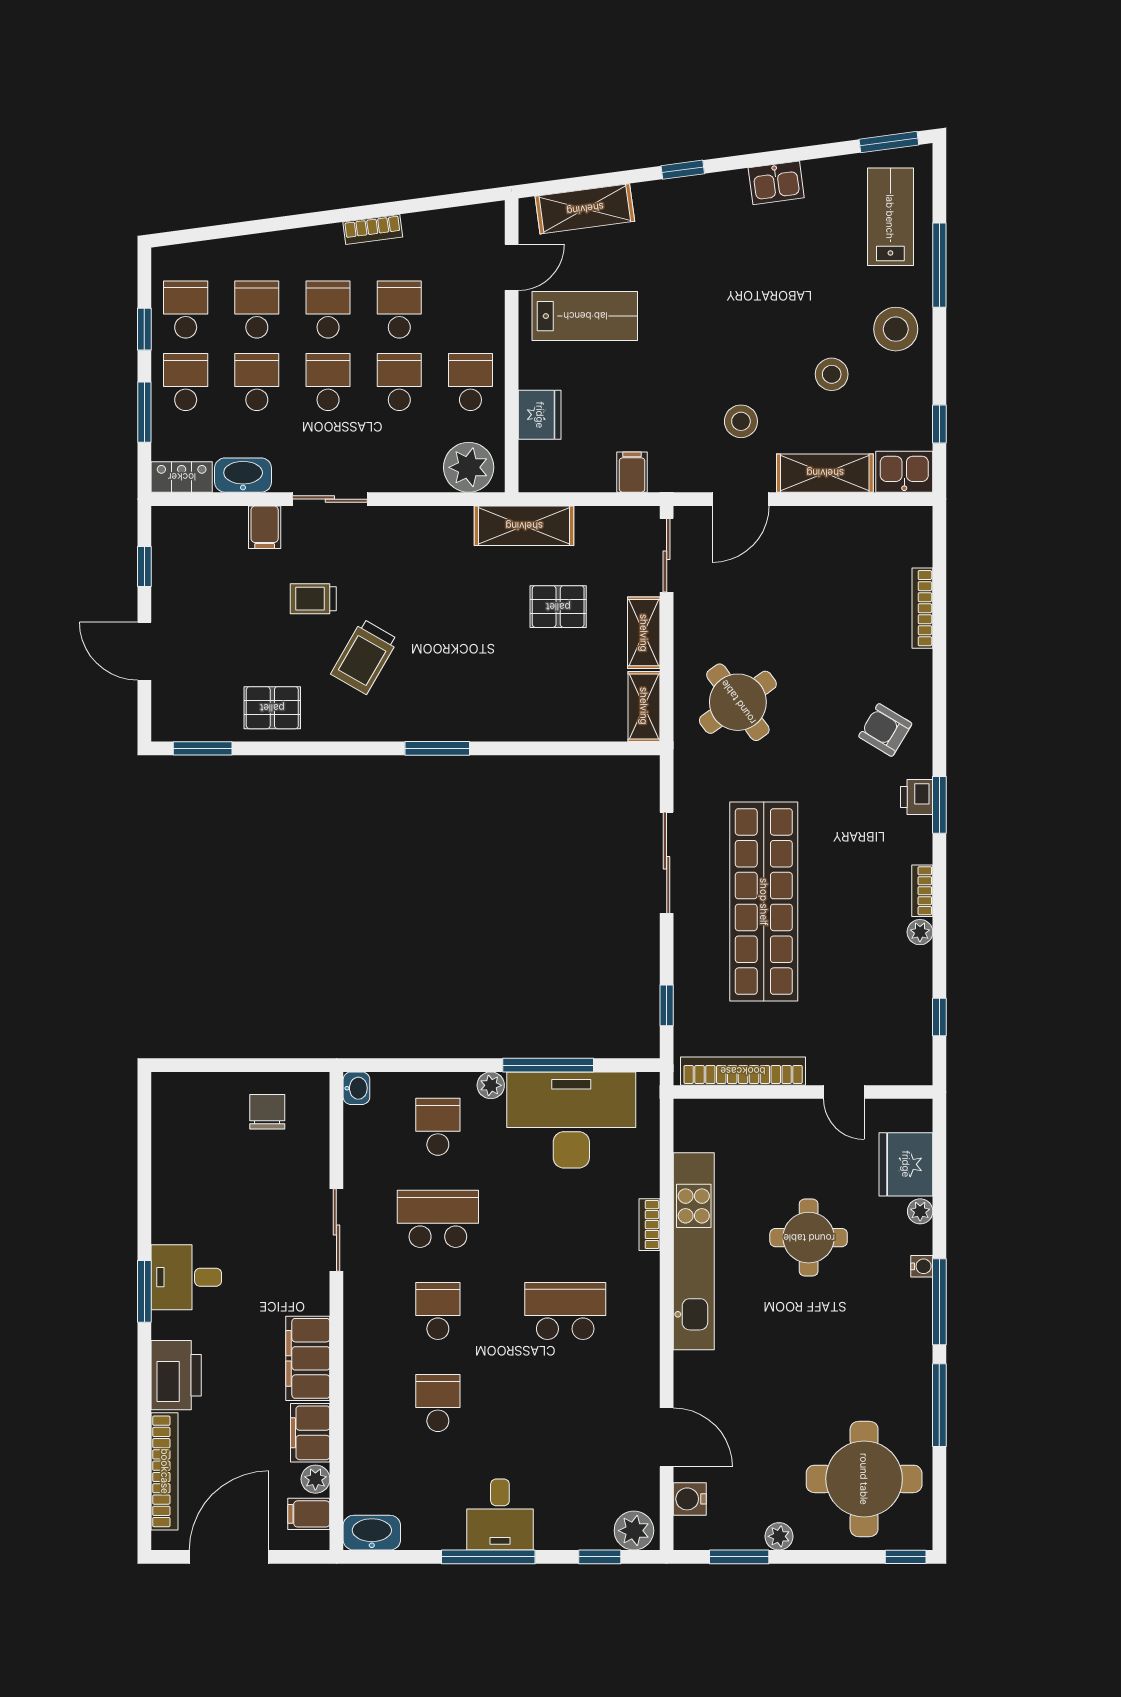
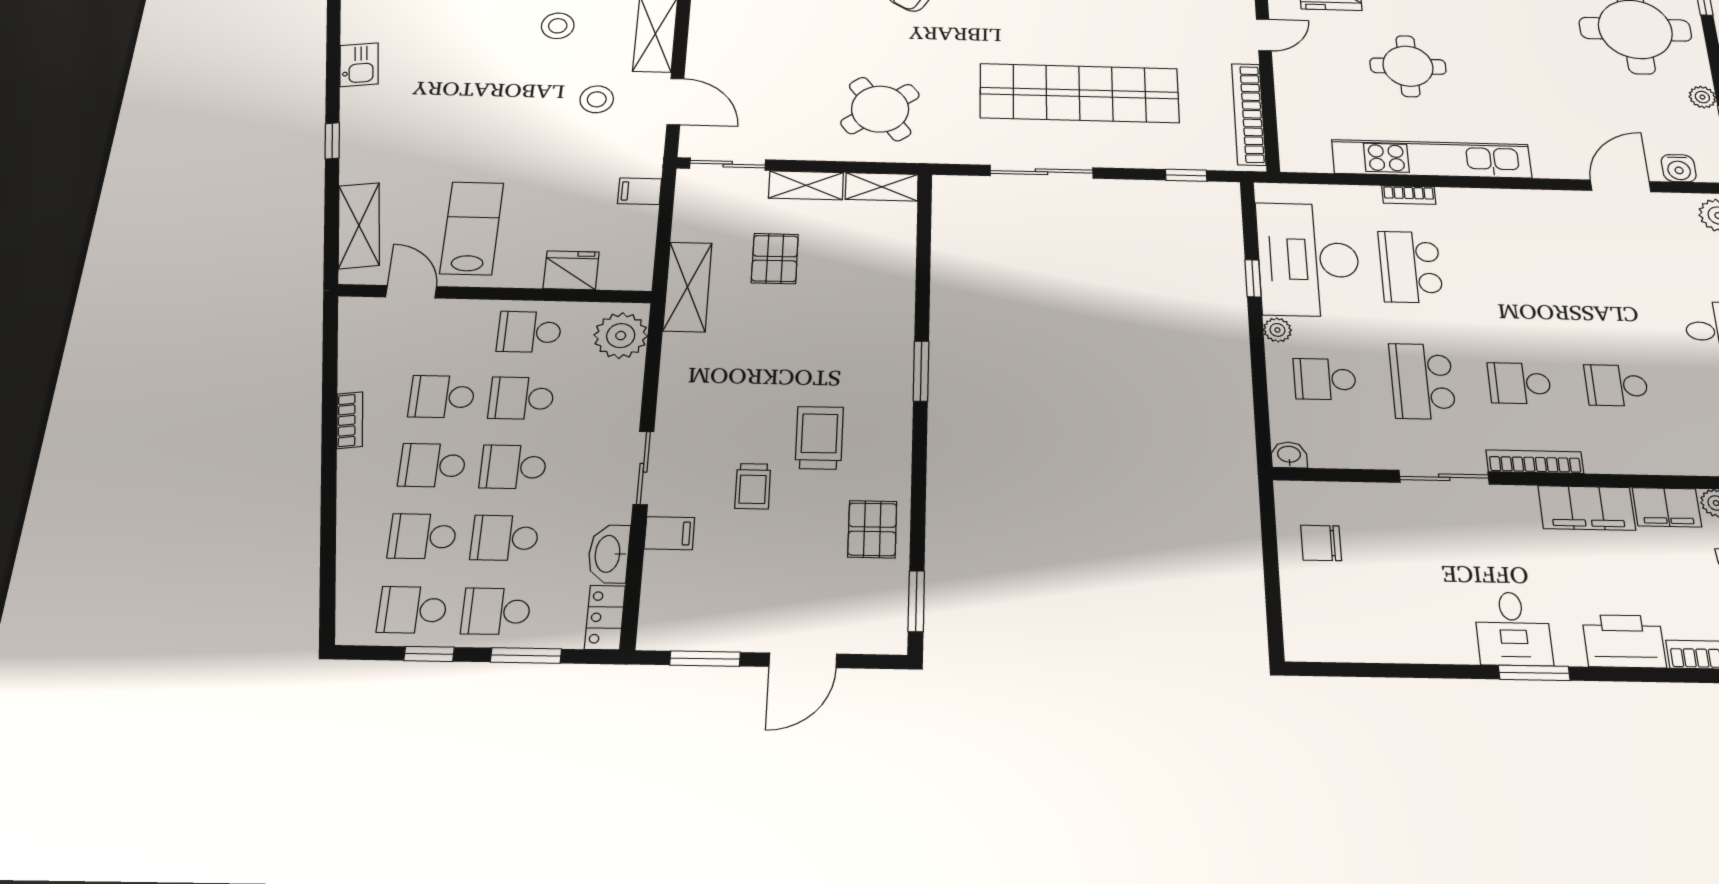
window: (144, 566) -> (705, 659), width x1.50
trolley: (364, 657) -> (819, 438), turned -120
window: (548, 1065) -> (1253, 278), width x0.46
school desk: (565, 1311) -> (1410, 267), moved
bookcase: (355, 1316) -> (1535, 462), added

